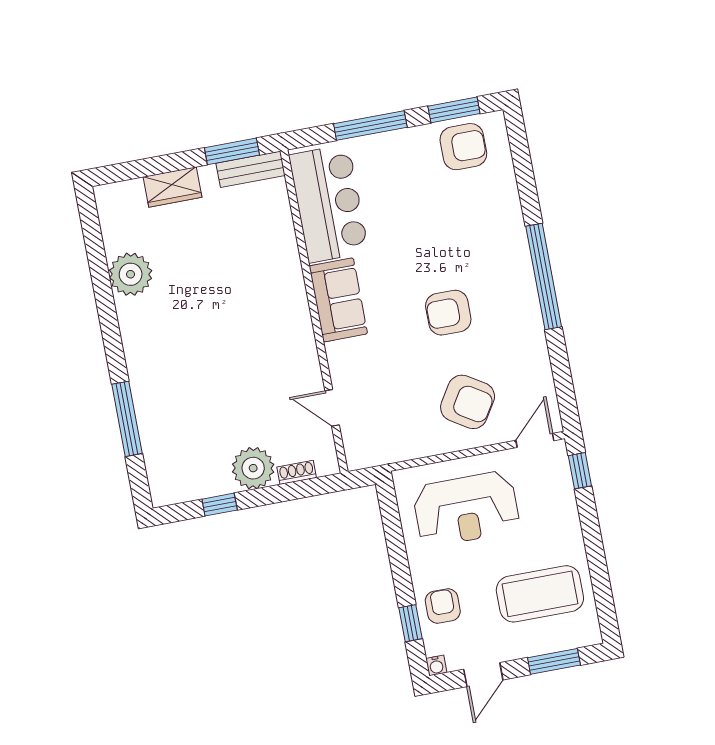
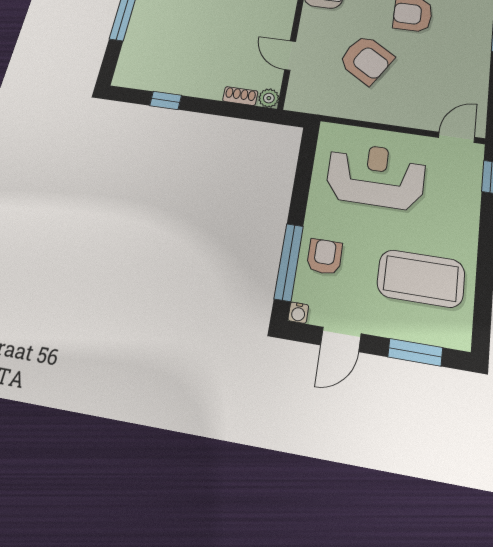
armchair: (468, 402) -> (366, 59), moved
plant: (253, 468) -> (269, 98), moved, width x0.53, depth x0.53
reception desk: (466, 509) -> (376, 176), turned 180
window: (410, 623) -> (289, 262), width x2.17

